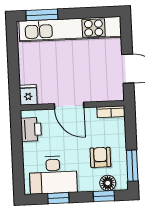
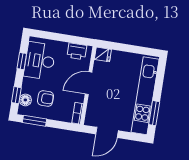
window: (42, 15) -> (154, 113), moved

